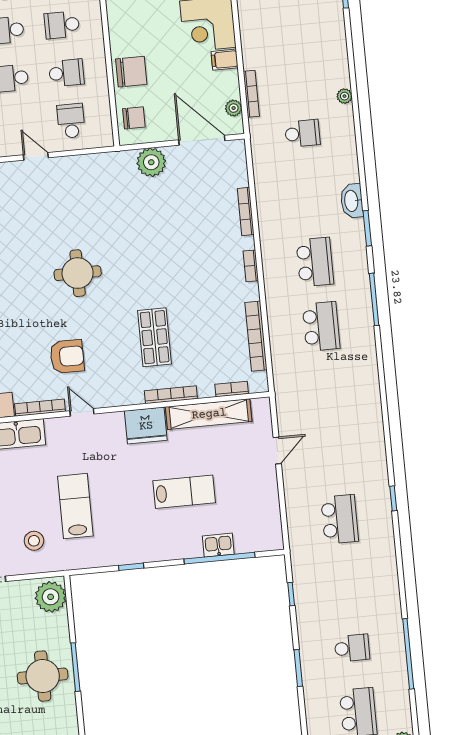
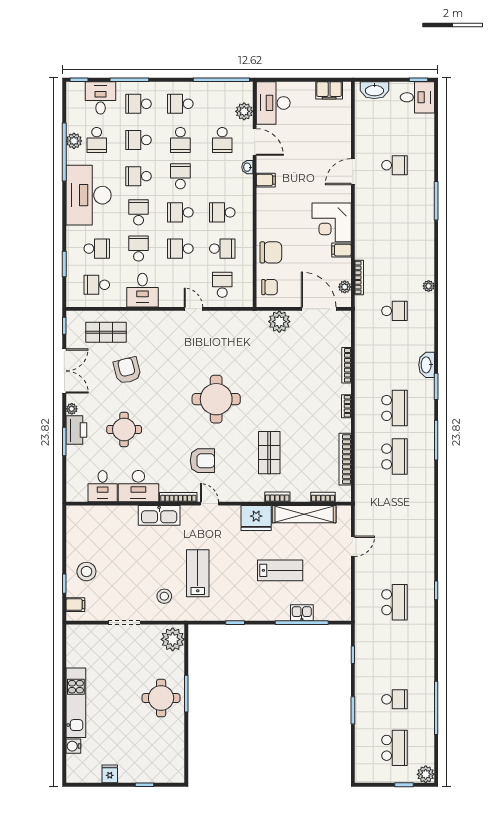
round table: (78, 273) -> (216, 399), width x1.36, depth x1.36
bookcase: (171, 395) -> (277, 497), width x0.64

